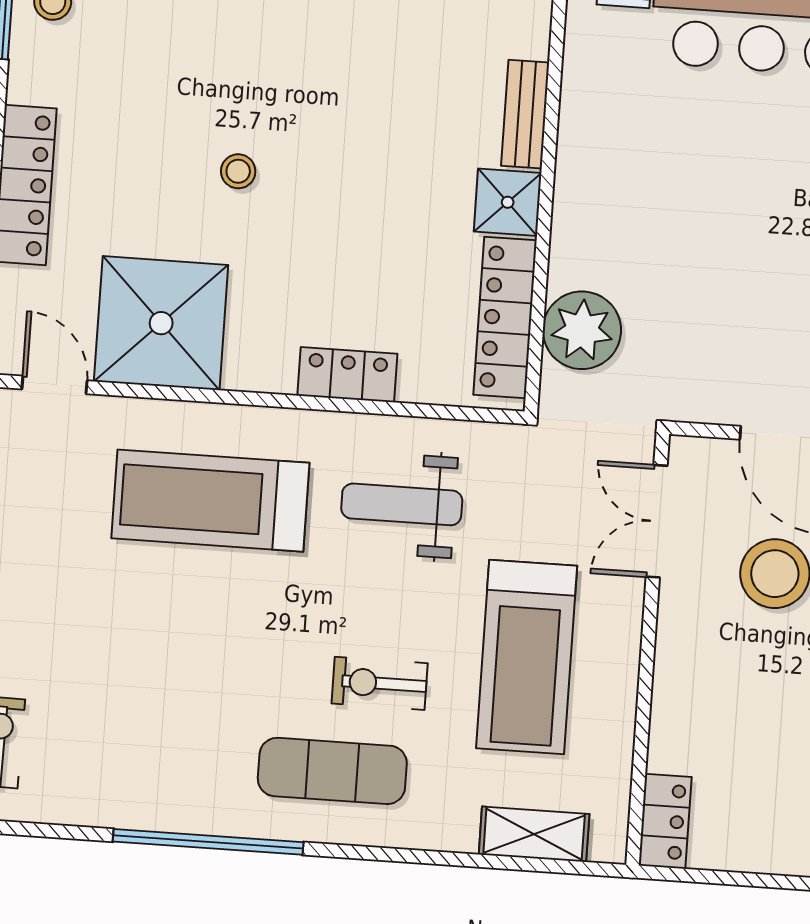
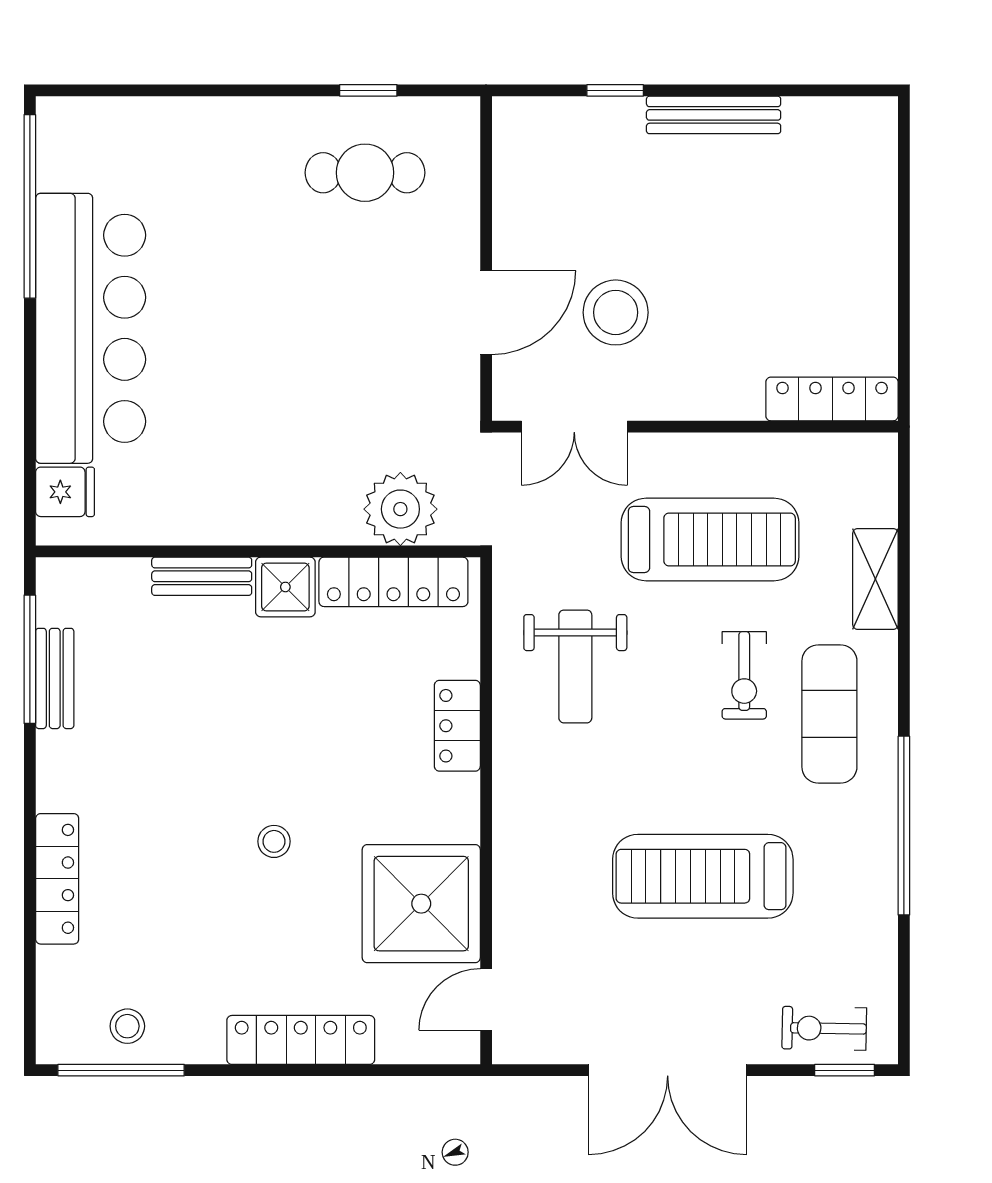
treadmill: (210, 501) -> (703, 876), moved, turned 90
locker: (665, 821) -> (832, 399), width x1.53
shelving: (534, 834) -> (875, 579), moved

